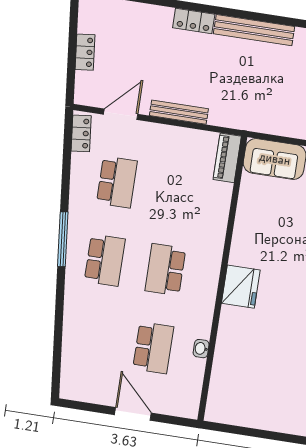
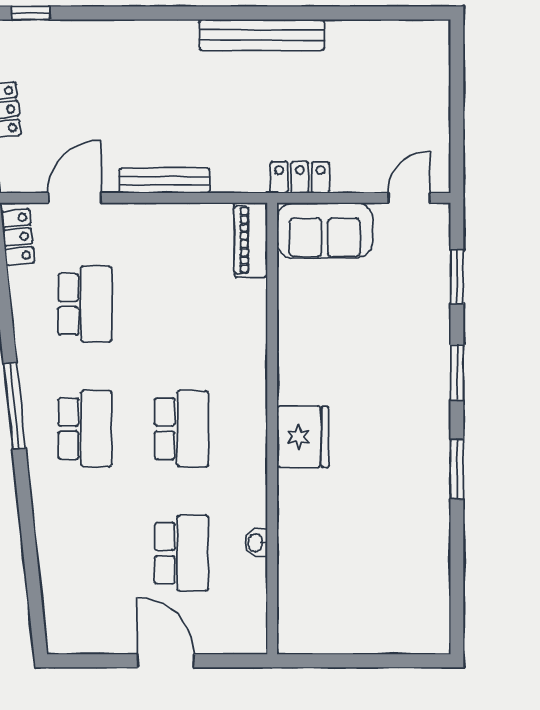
locker: (194, 21) -> (300, 177), moved, turned 180
school desk: (165, 270) -> (181, 429), turned 180

